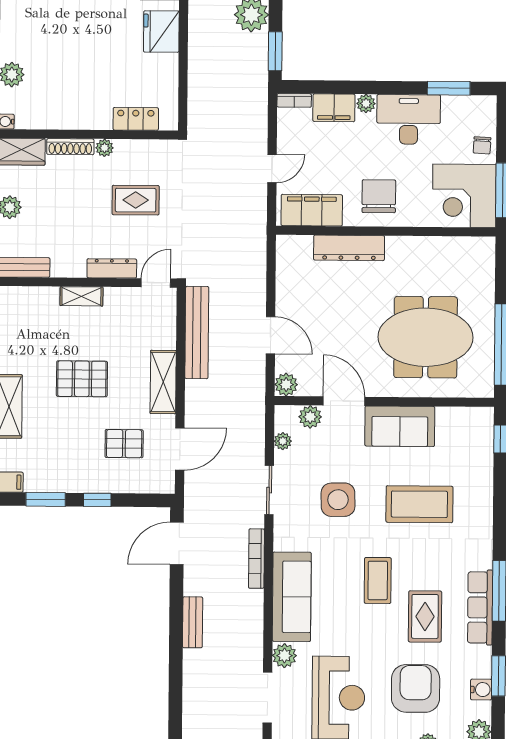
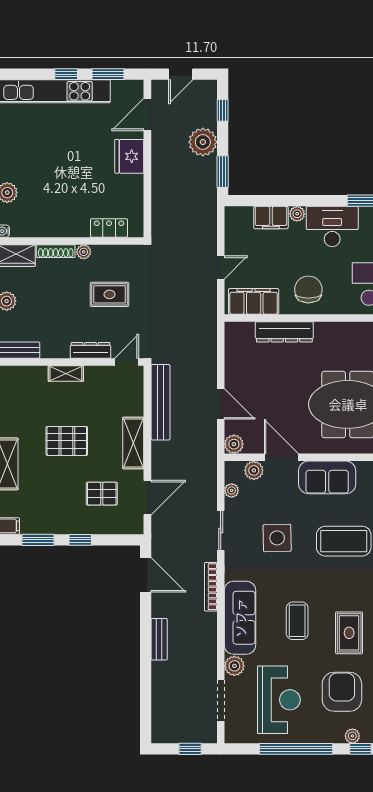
bookcase: (294, 100) -> (238, 212), removed
door: (177, 543) -> (146, 575), swing flipped
coffee table: (378, 580) -> (297, 621), moved

